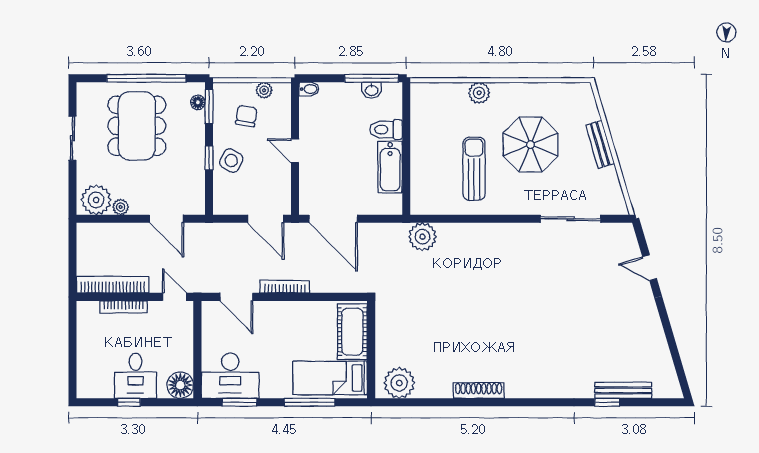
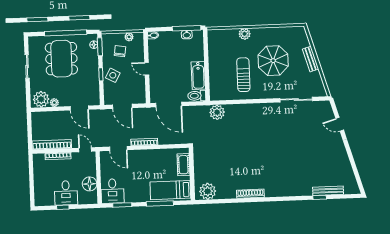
toilet: (386, 130) -> (197, 96), moved
door: (266, 219) -> (122, 106), moved
cot: (352, 332) -> (183, 165), width x0.73, depth x0.75
desk: (230, 376) -> (112, 191), width x0.73
floor lamp: (180, 385) -> (90, 184), moved

